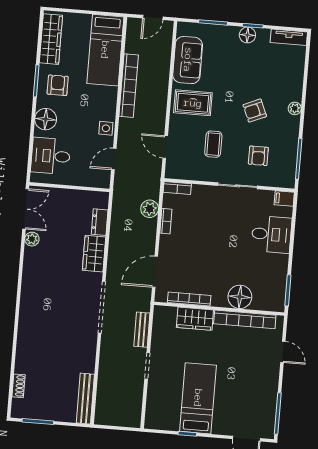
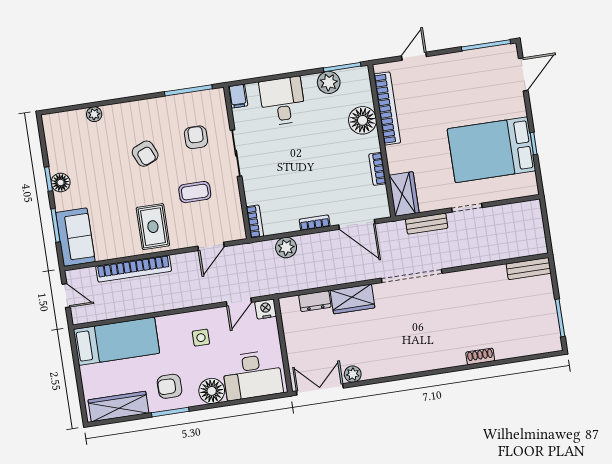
tv unit: (289, 37) -> (52, 134), removed
sofa: (188, 60) -> (75, 237), moved, turned 90
bookcase: (129, 86) -> (134, 269), moved, turned 180
plant: (295, 108) -> (94, 114), moved
side table: (106, 128) -> (201, 338), moved
desk: (51, 156) -> (252, 375), width x1.37
armchair: (258, 156) -> (196, 137), turned -90
door: (114, 159) -> (239, 302), hinge flipped
nightstand: (103, 180) -> (266, 309), added
bookcase: (166, 221) -> (315, 223), moved
plant: (278, 276) -> (329, 82), added
bookcase: (189, 299) -> (377, 169), width x0.64
wardrobe: (195, 319) -> (404, 194), moved
shoe rack: (18, 386) -> (480, 356), moved
bed: (198, 398) -> (491, 150), width x1.50
bench: (85, 399) -> (529, 269), width x0.73

